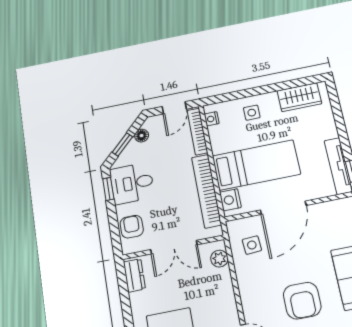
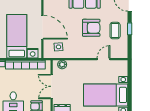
double door: (174, 247) -> (52, 86), swing flipped

